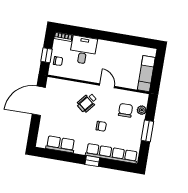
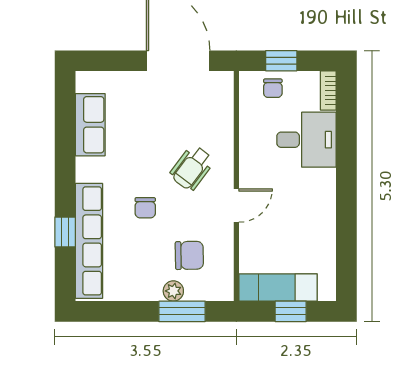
window: (158, 70) -> (291, 311), added
wheelchair: (87, 103) -> (192, 168), turned -92
plant: (142, 110) -> (173, 291), moved
window: (147, 131) -> (182, 311), moved
window: (92, 161) -> (65, 232), moved

